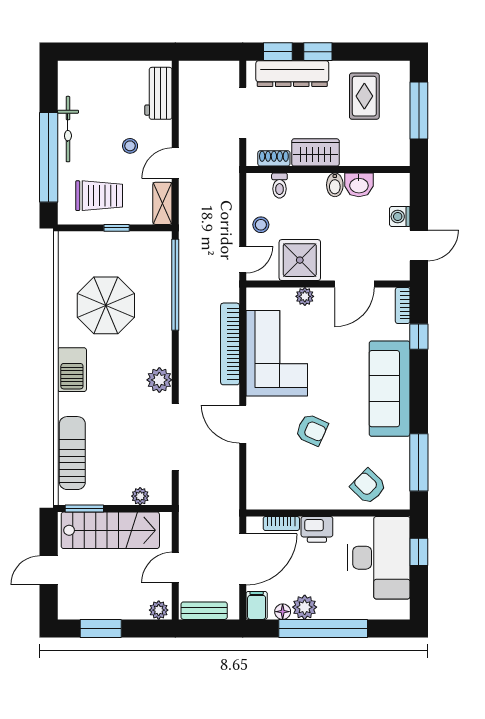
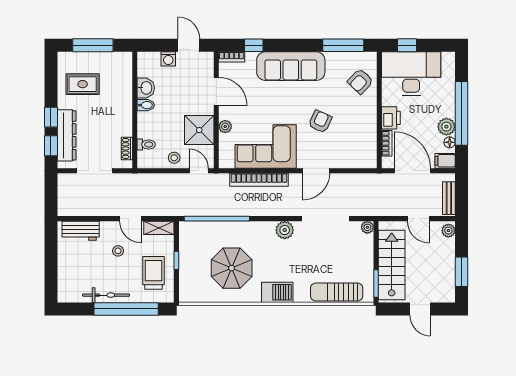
wardrobe: (315, 152) -> (123, 119), removed
plant: (140, 496) -> (367, 227), moved

